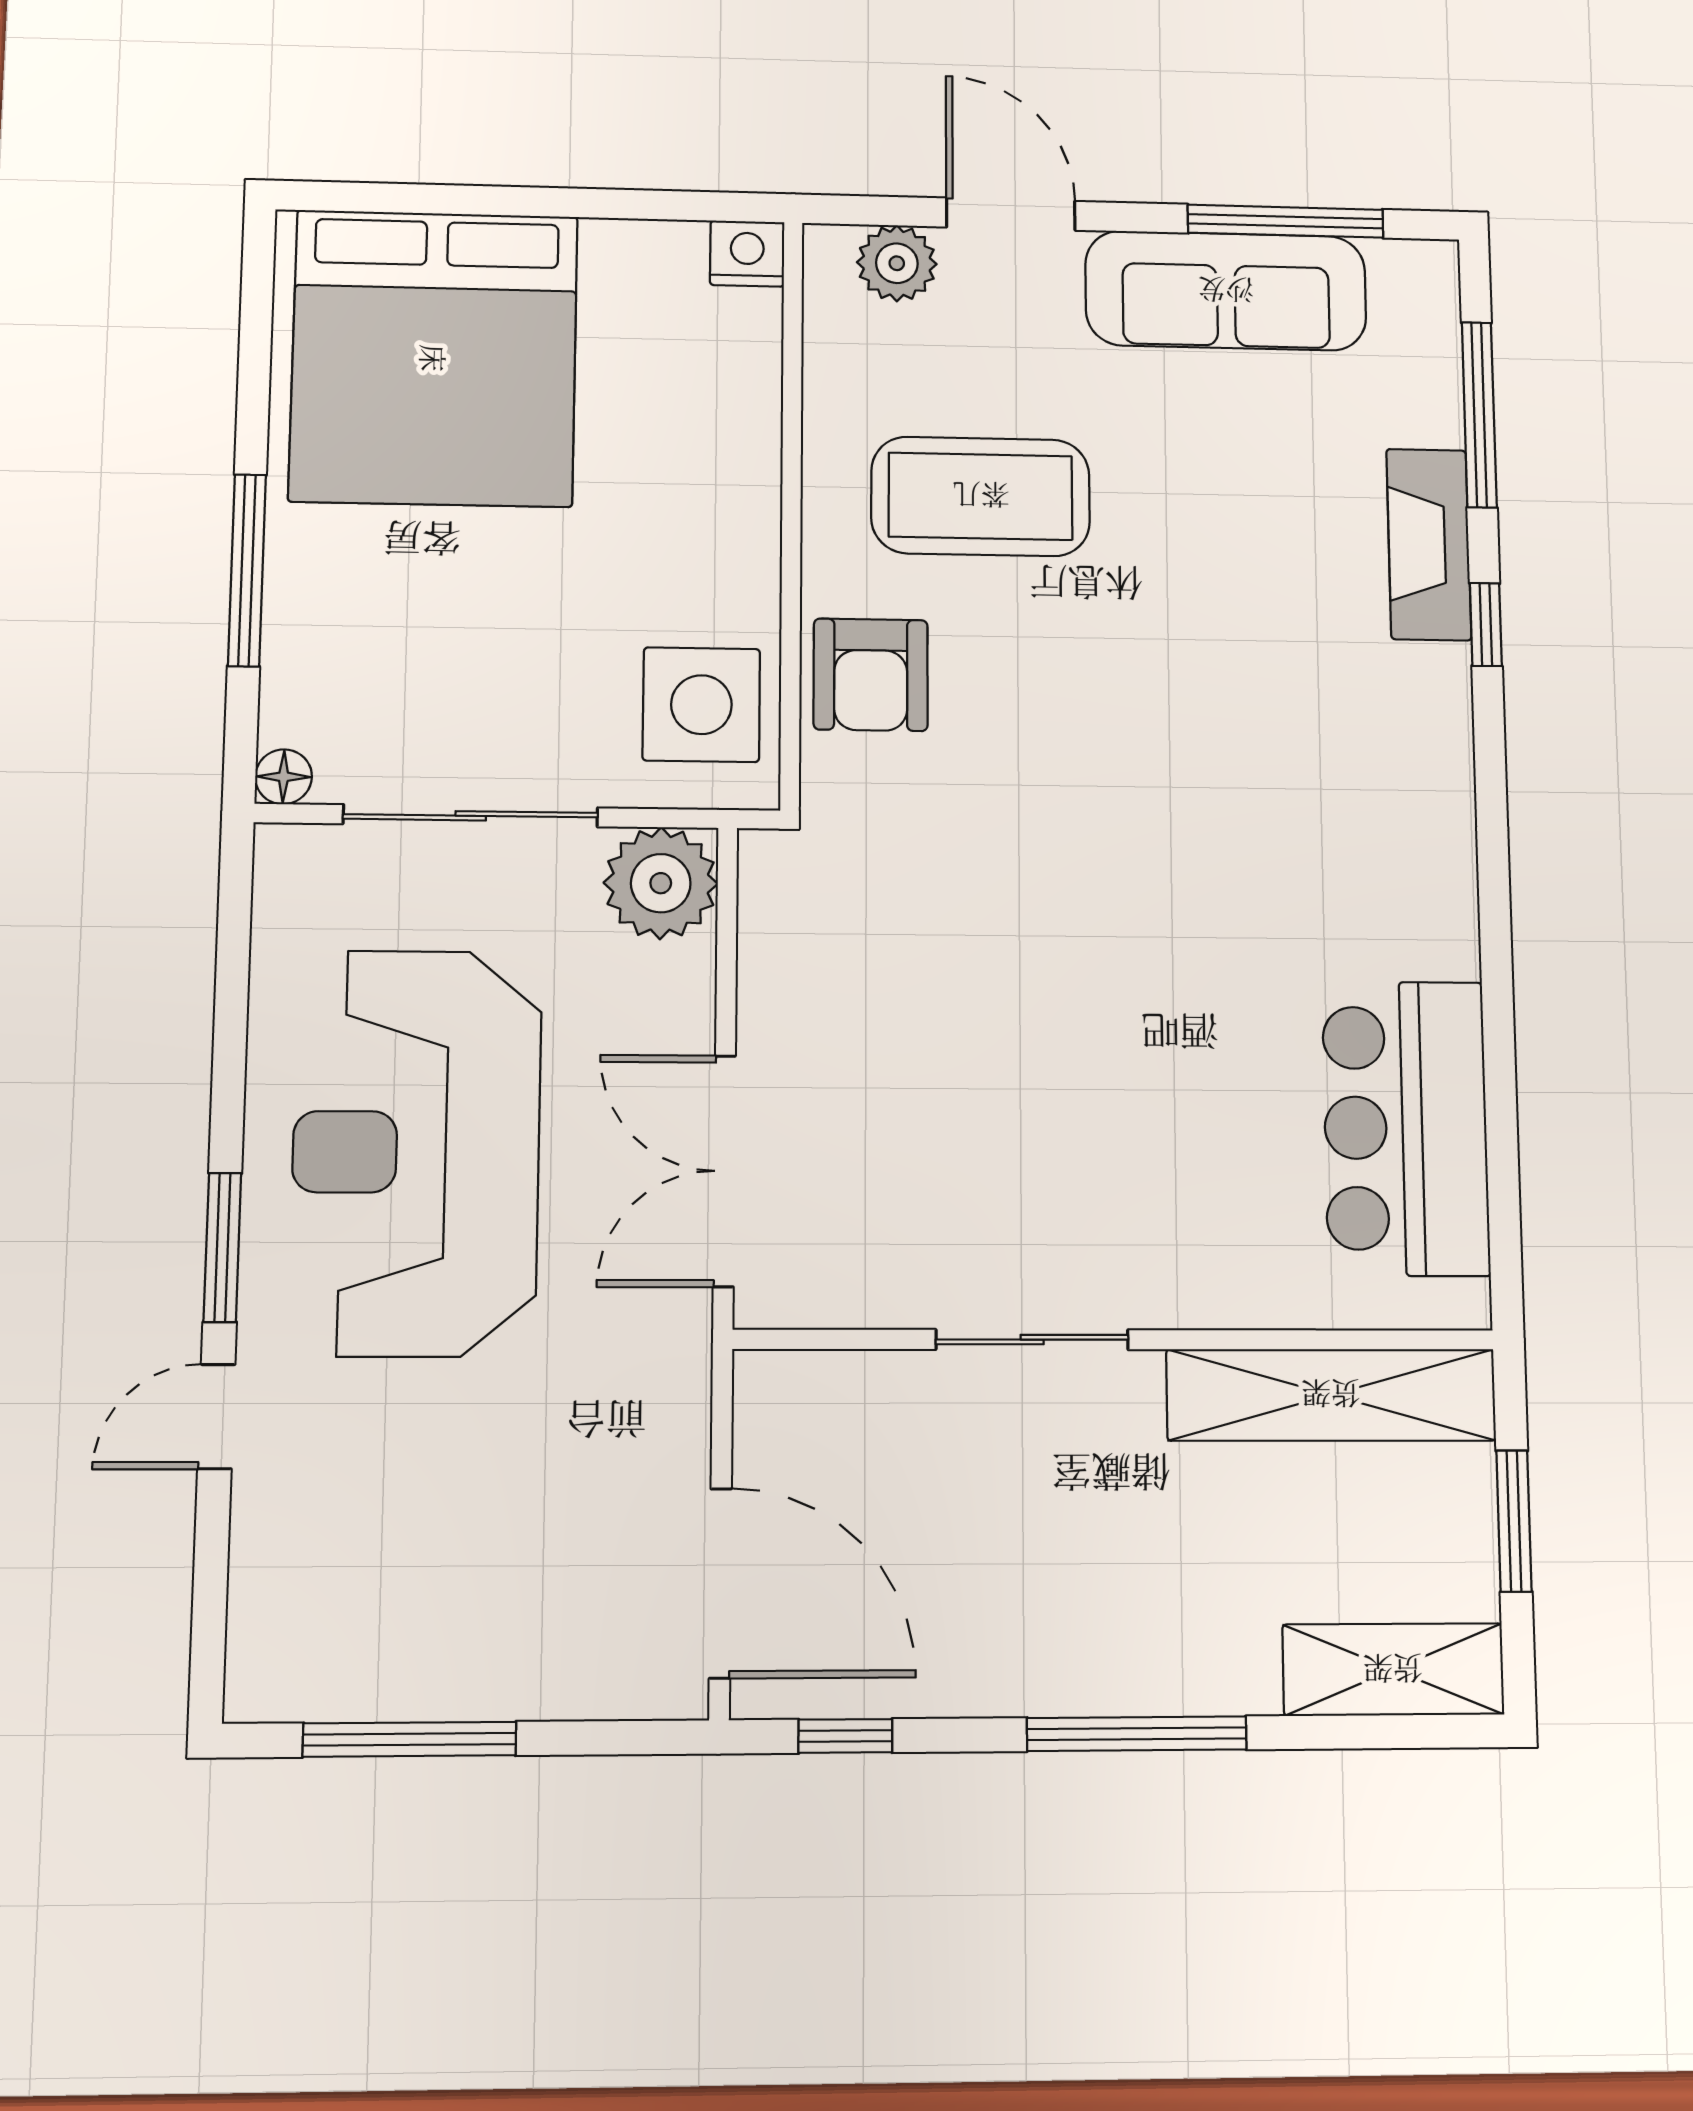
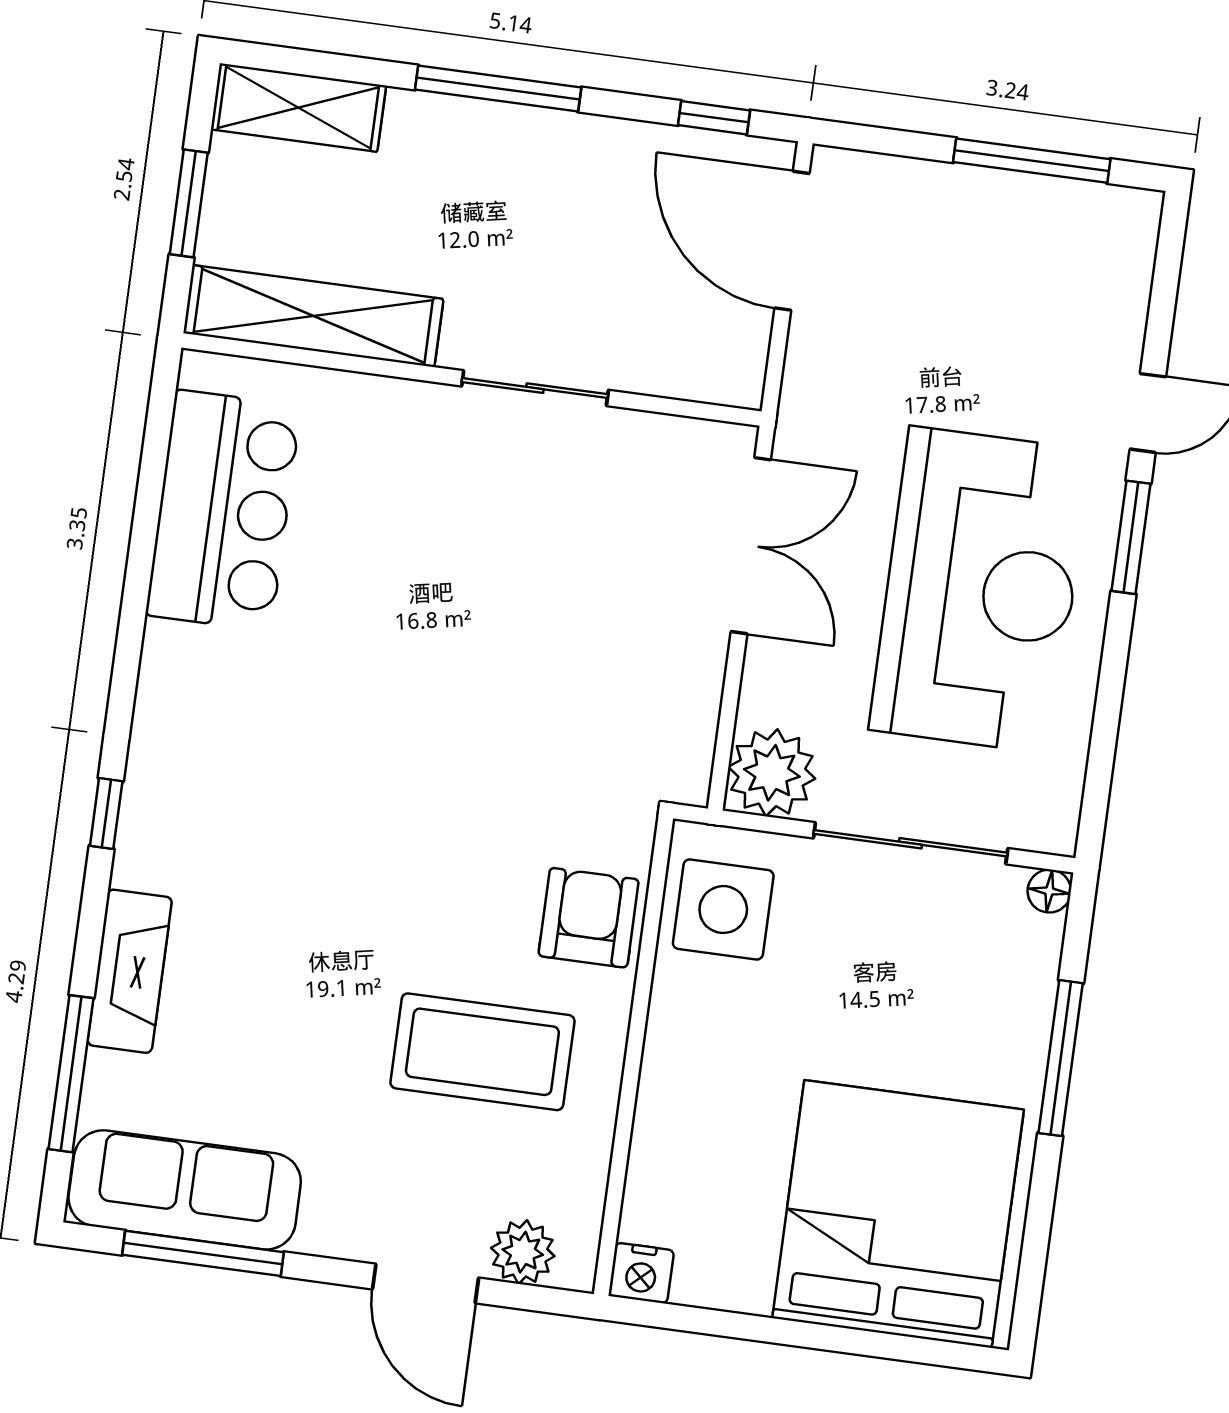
sofa: (1226, 291) -> (185, 1190), moved
window: (1486, 625) -> (106, 814), moved

